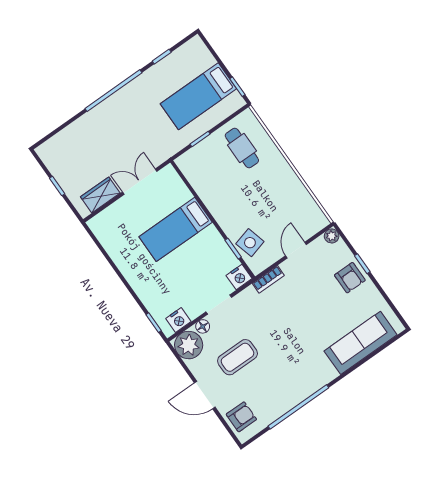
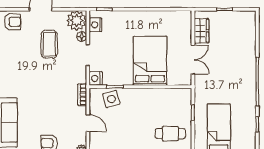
bed: (176, 229) -> (150, 61), width x1.50
armchair: (241, 417) -> (13, 22), turned -90

